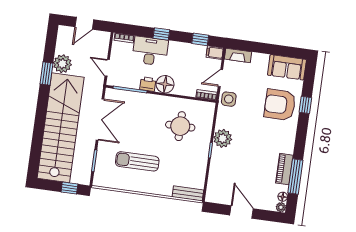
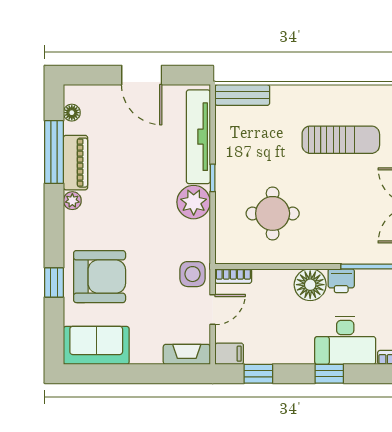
tv unit: (215, 174) -> (198, 137), added
plant: (281, 207) -> (72, 201), moved

